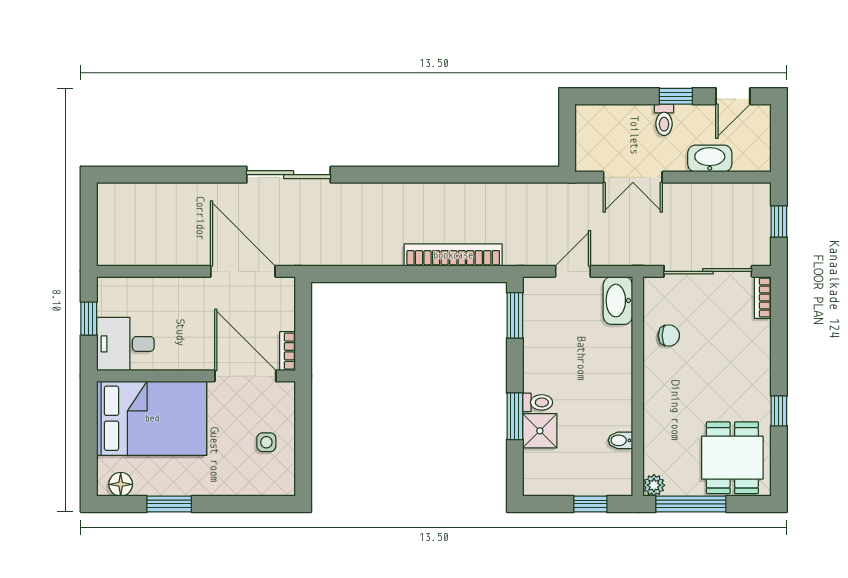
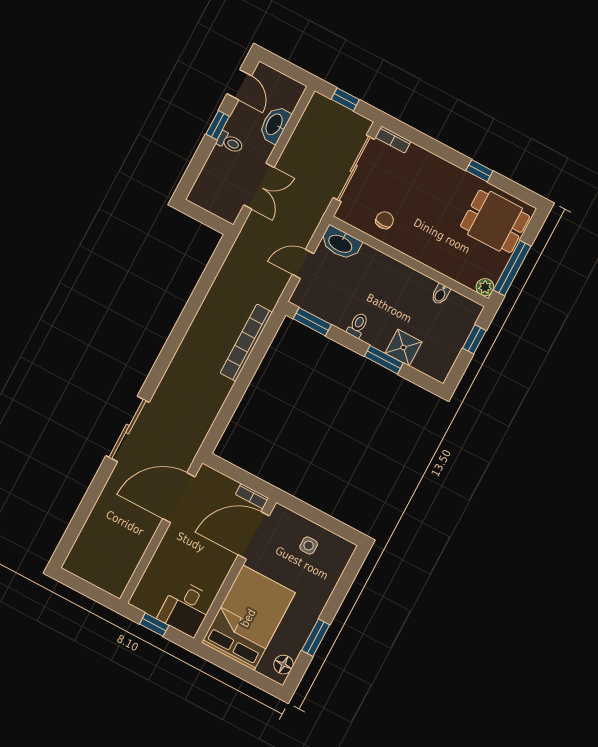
door: (573, 271) -> (303, 264), hinge flipped
toilet: (538, 402) -> (358, 325), moved

